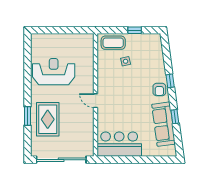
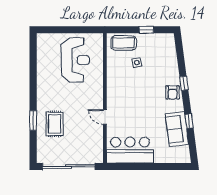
reception desk: (54, 72) -> (75, 60), moved, turned 90
door: (95, 101) -> (105, 117), moved
rug: (48, 119) -> (55, 124), width x0.73, depth x0.70
sofa: (164, 124) -> (177, 129), width x0.73

